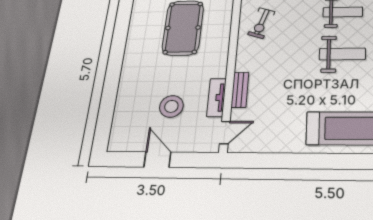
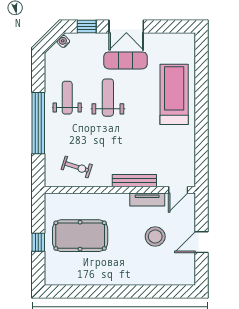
bench: (240, 90) -> (134, 181), width x1.36
door: (225, 133) -> (178, 190), swing flipped

